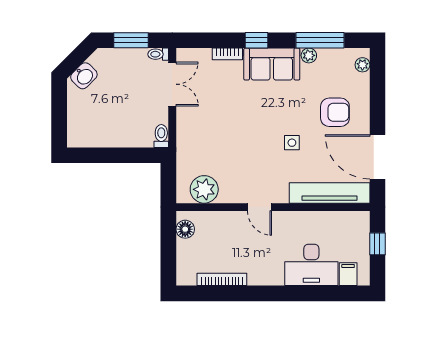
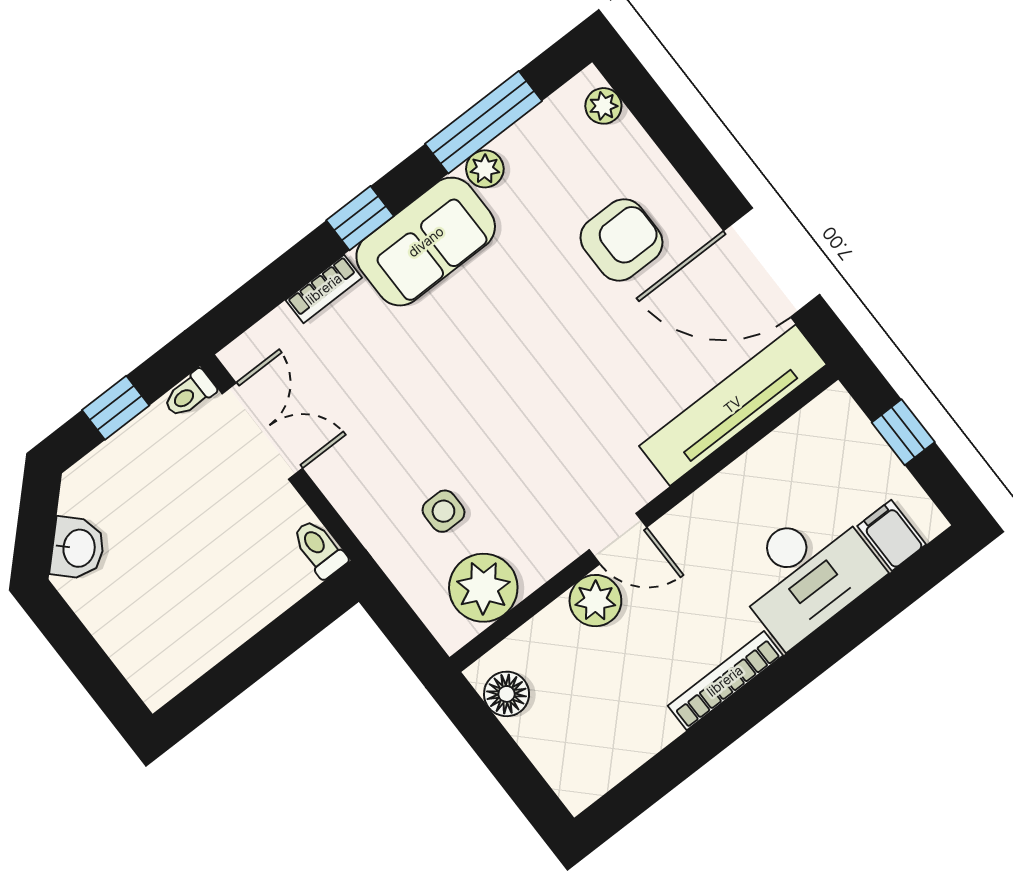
window: (131, 40) -> (116, 408), width x0.67
side table: (292, 143) -> (443, 511), moved
plant: (237, 221) -> (595, 601), added
bookcase: (222, 279) -> (725, 681), moved

